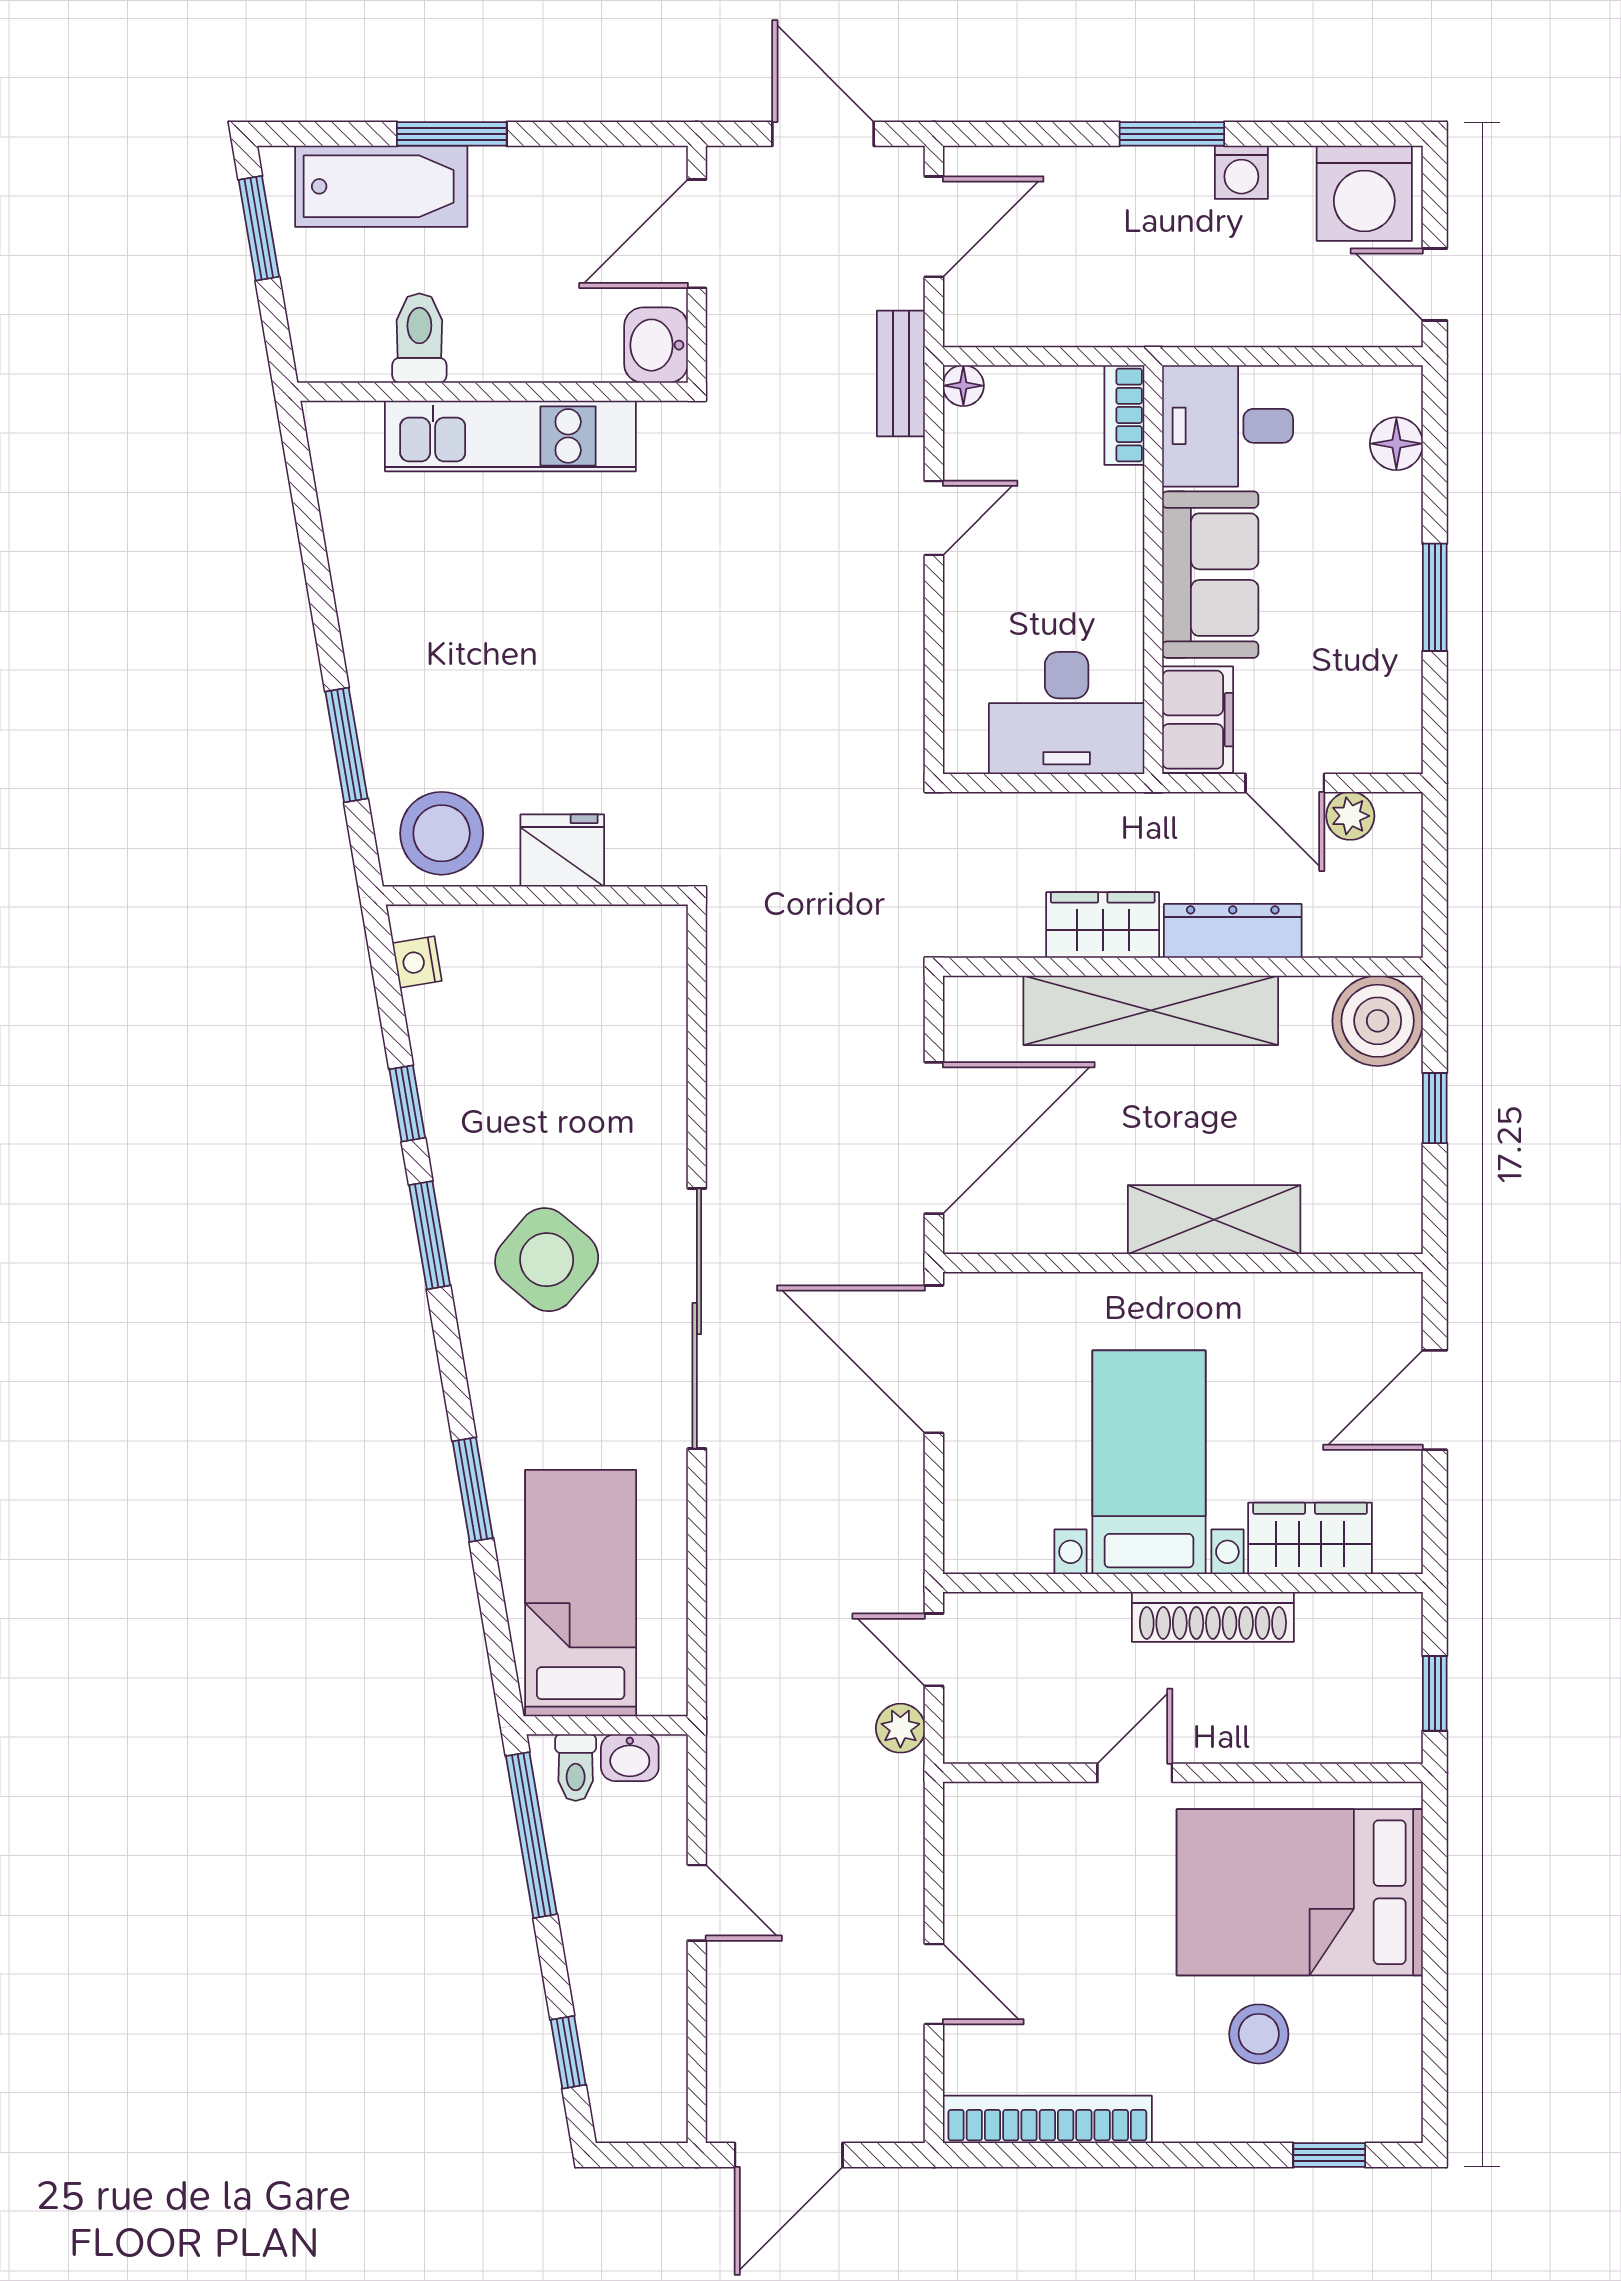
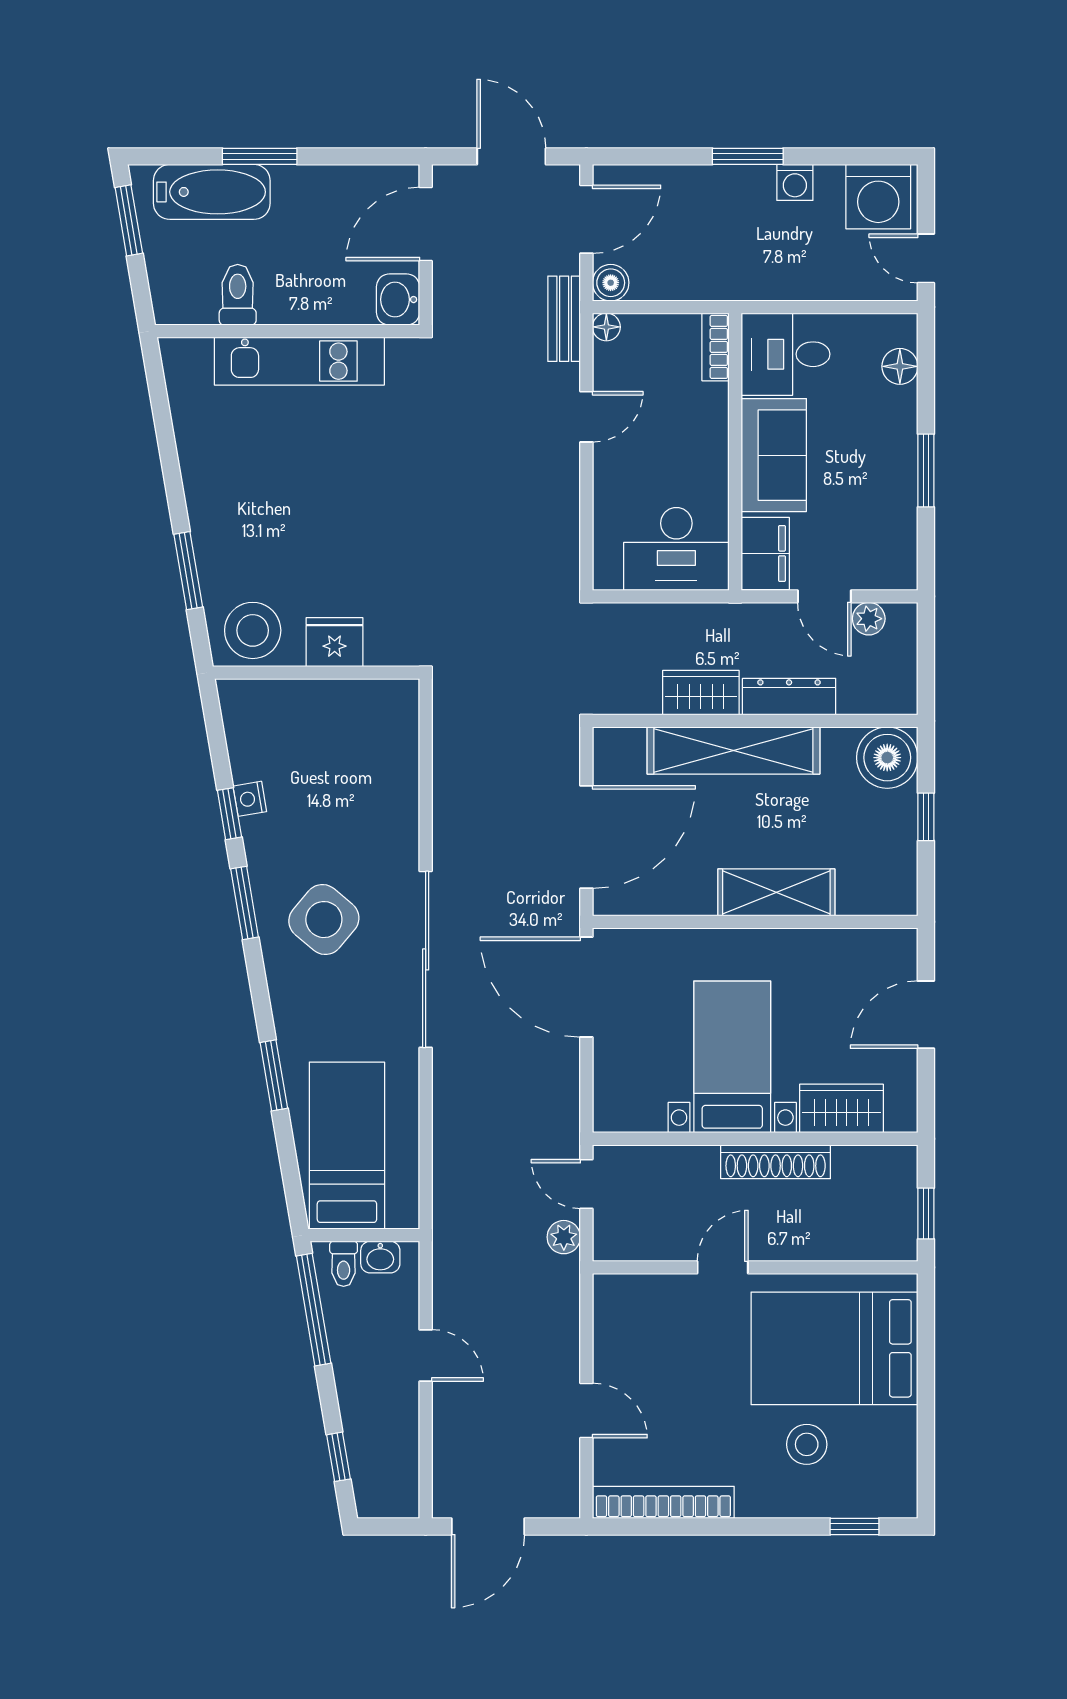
boiler: (970, 320) -> (611, 283), added
nightstand: (417, 962) -> (250, 799), moved

